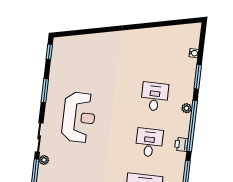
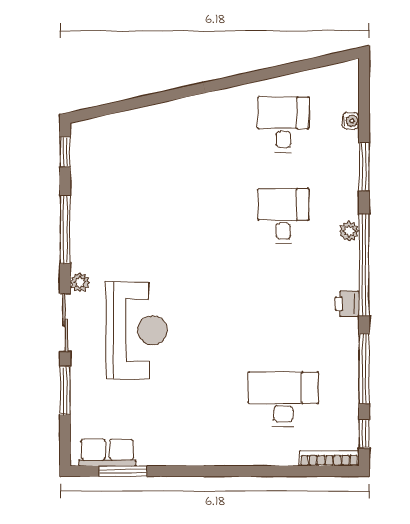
window: (45, 91) -> (65, 229), width x1.44
reception desk: (79, 117) -> (137, 330), moved
desk: (149, 143) -> (283, 124), moved
plant: (44, 160) -> (80, 282), moved

